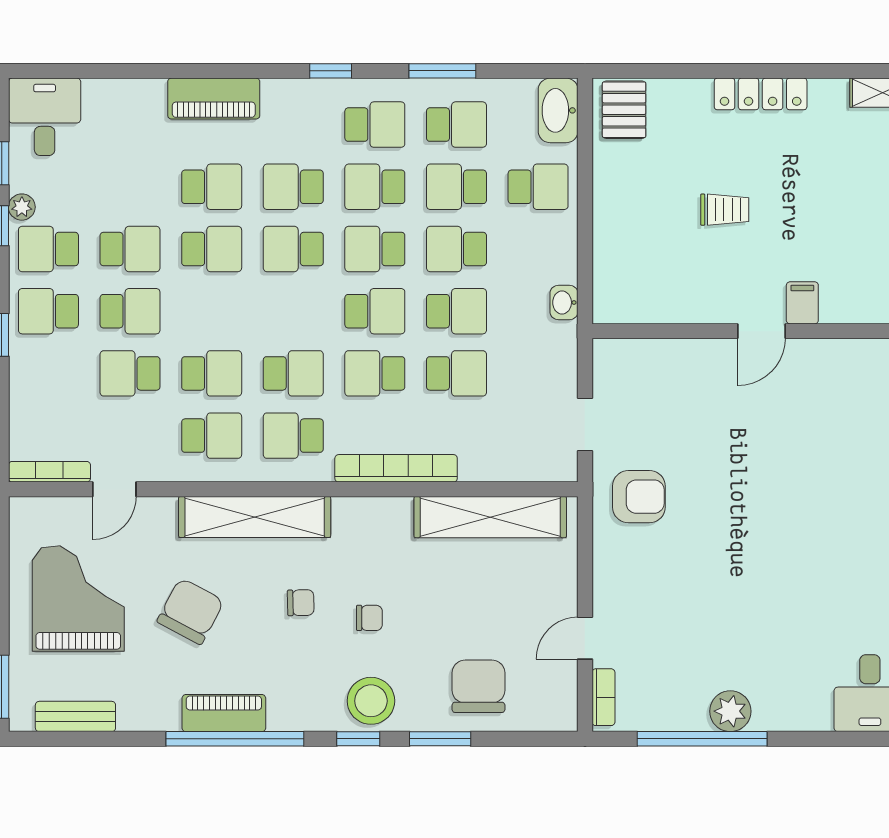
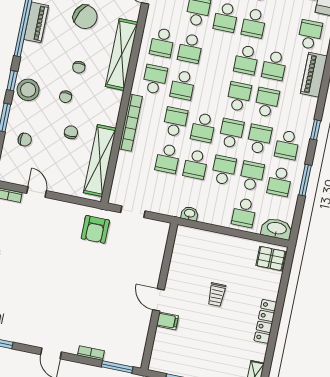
school desk: (130, 125) -> (310, 35), added
chair: (443, 591) -> (71, 132), added
chair: (478, 686) -> (25, 140), width x0.54, depth x0.54

